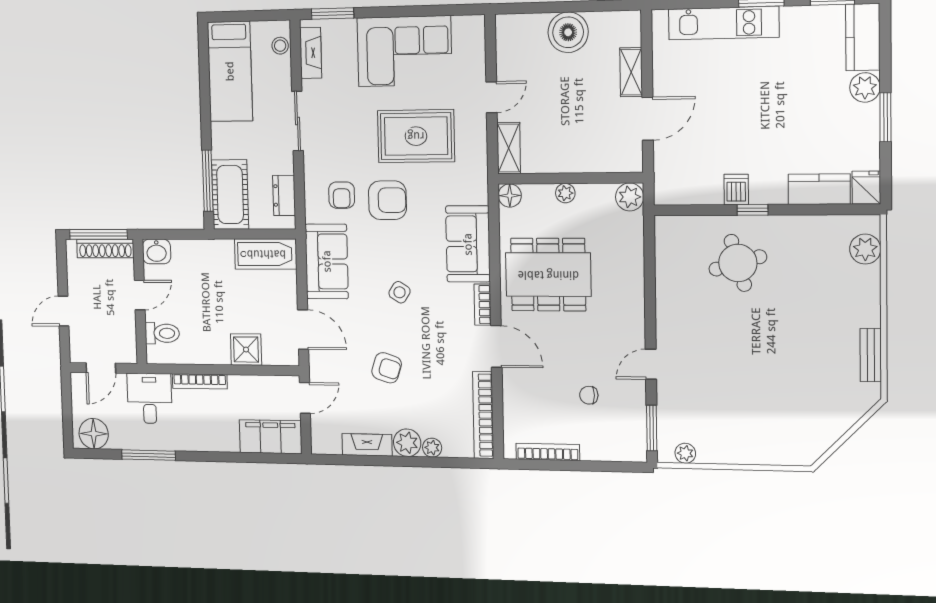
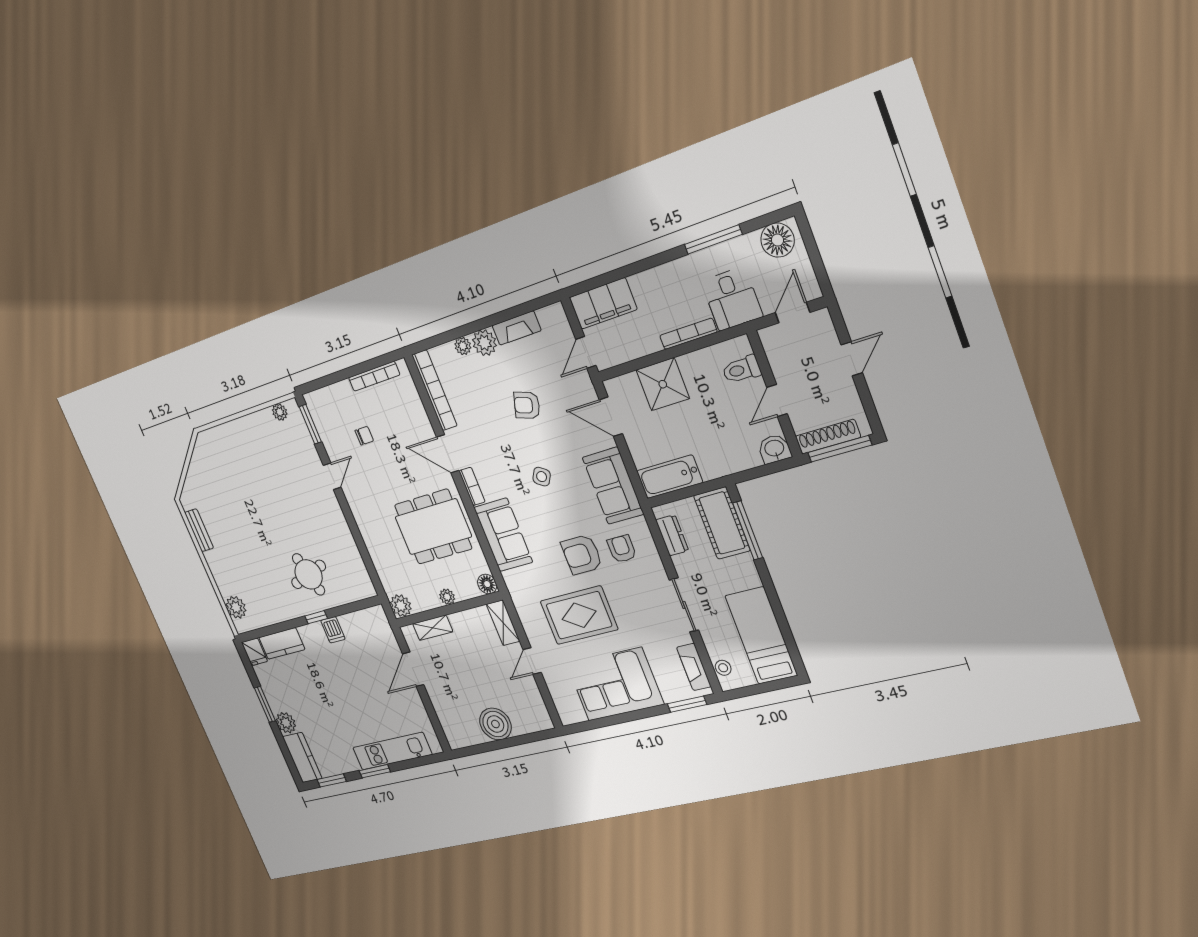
shelving: (631, 72) -> (433, 628), moved, turned 90
shower: (246, 350) -> (663, 384), width x1.36, depth x1.36

